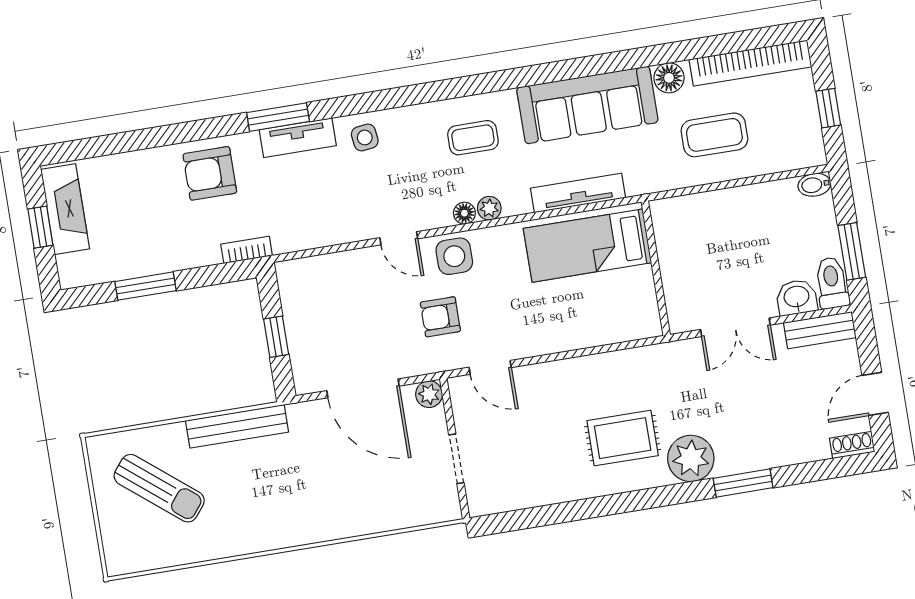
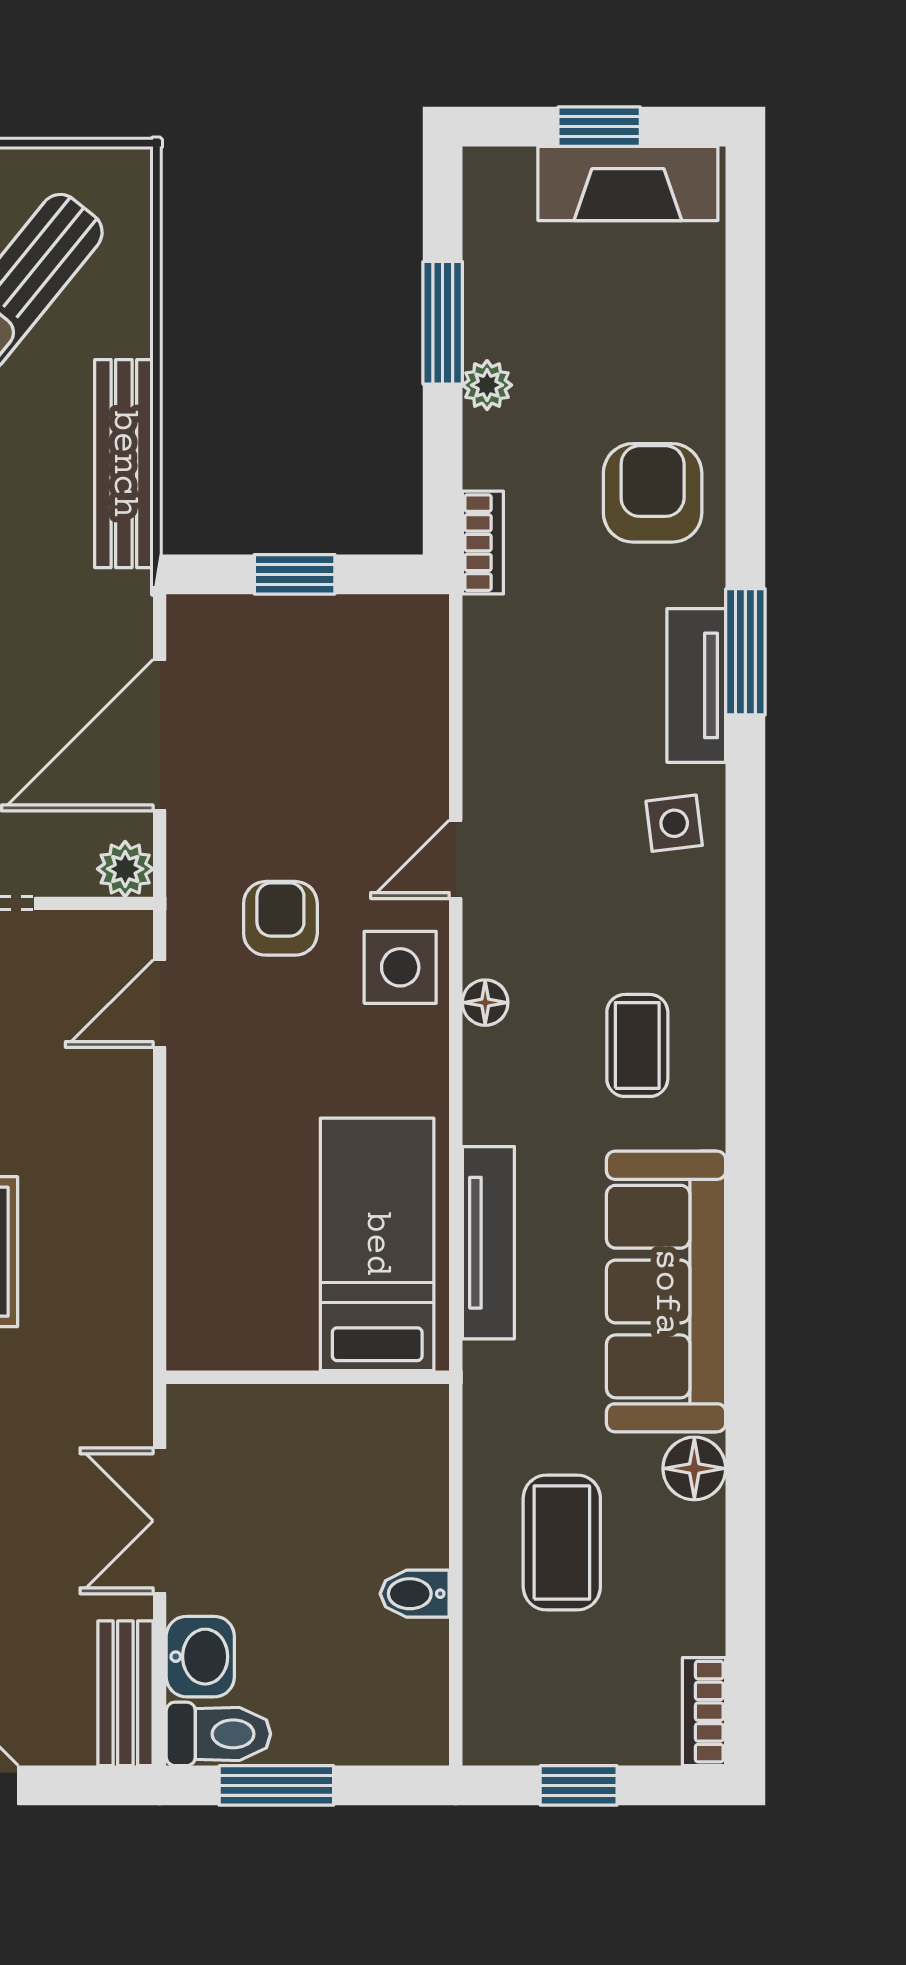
bookcase: (750, 63) -> (704, 1712), width x0.43, depth x0.76
bidet: (814, 185) -> (415, 1594), moved, turned -90
plant: (489, 208) -> (487, 385), moved

